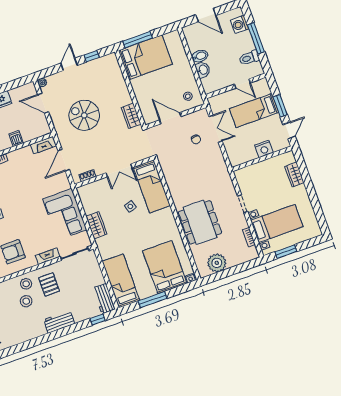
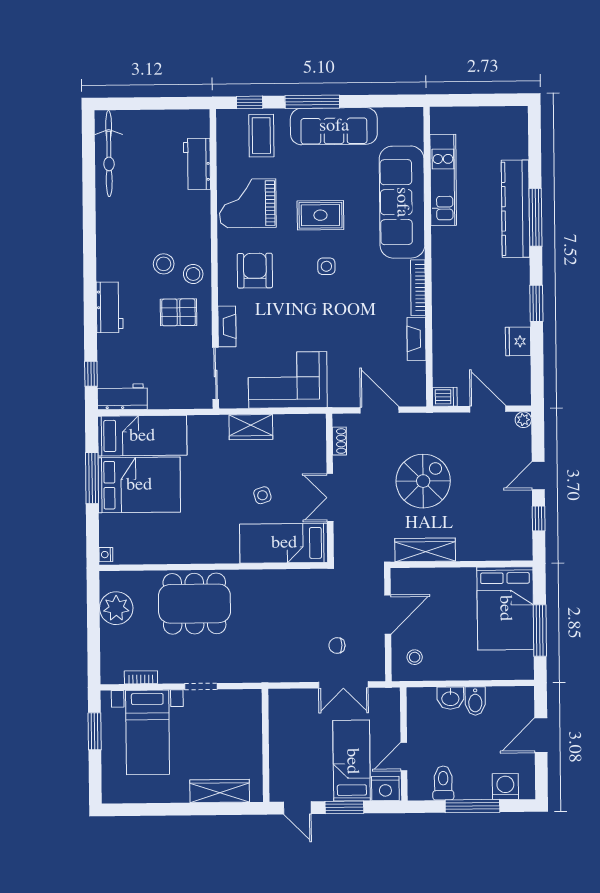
window: (138, 40) -> (540, 630), moved
door: (69, 64) -> (538, 476), swing flipped
door: (43, 103) -> (488, 409), hinge flipped
spiral stairs: (84, 115) -> (423, 481), moved
wardrobe: (131, 116) -> (425, 550), width x1.50
dishwasher: (16, 138) -> (445, 397), moved
fireplace: (44, 145) -> (416, 339), moved
nightstand: (264, 149) -> (385, 788), moved, turned -90
wardrobe: (294, 175) -> (220, 791), width x1.50
bed: (165, 267) -> (139, 485), moved

